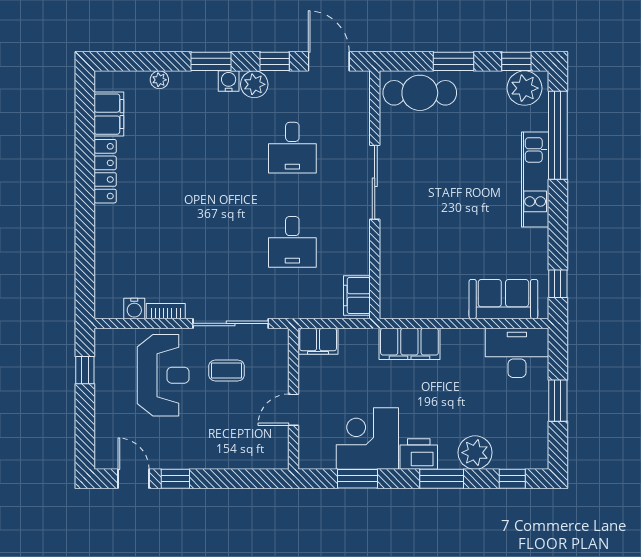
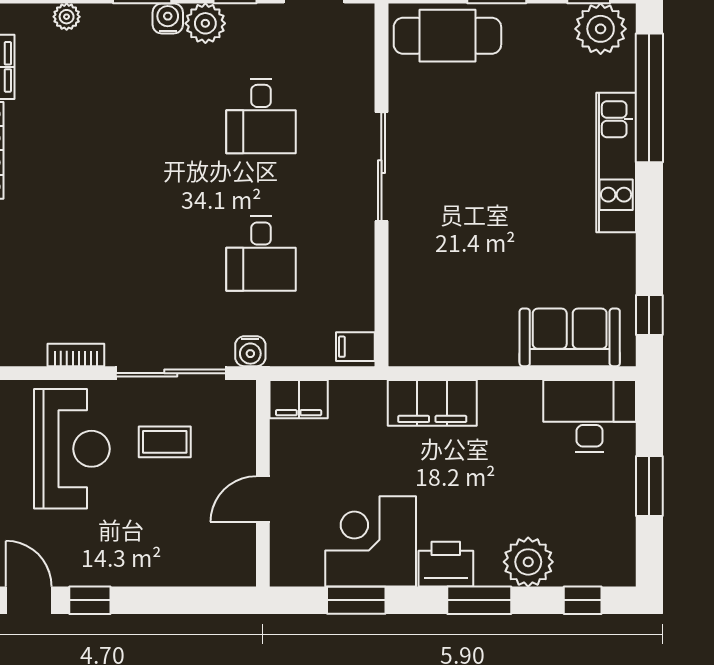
filing cabinet: (357, 296) -> (355, 347), width x0.50
water cooler: (134, 308) -> (250, 351), moved

